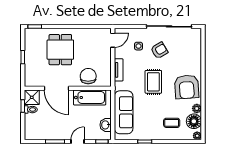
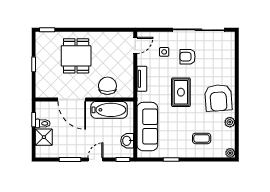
armchair: (159, 50) -> (188, 57), turned -149
shower: (32, 97) -> (44, 137), moved
floor lamp: (194, 121) -> (227, 137), removed

